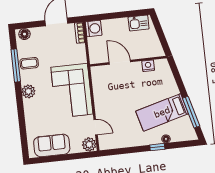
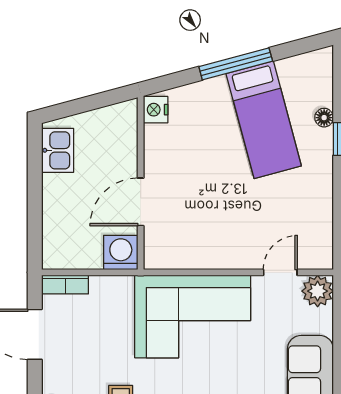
washing machine: (94, 29) -> (121, 253), moved
nightstand: (148, 66) -> (156, 110), moved
window: (191, 112) -> (236, 64), moved

